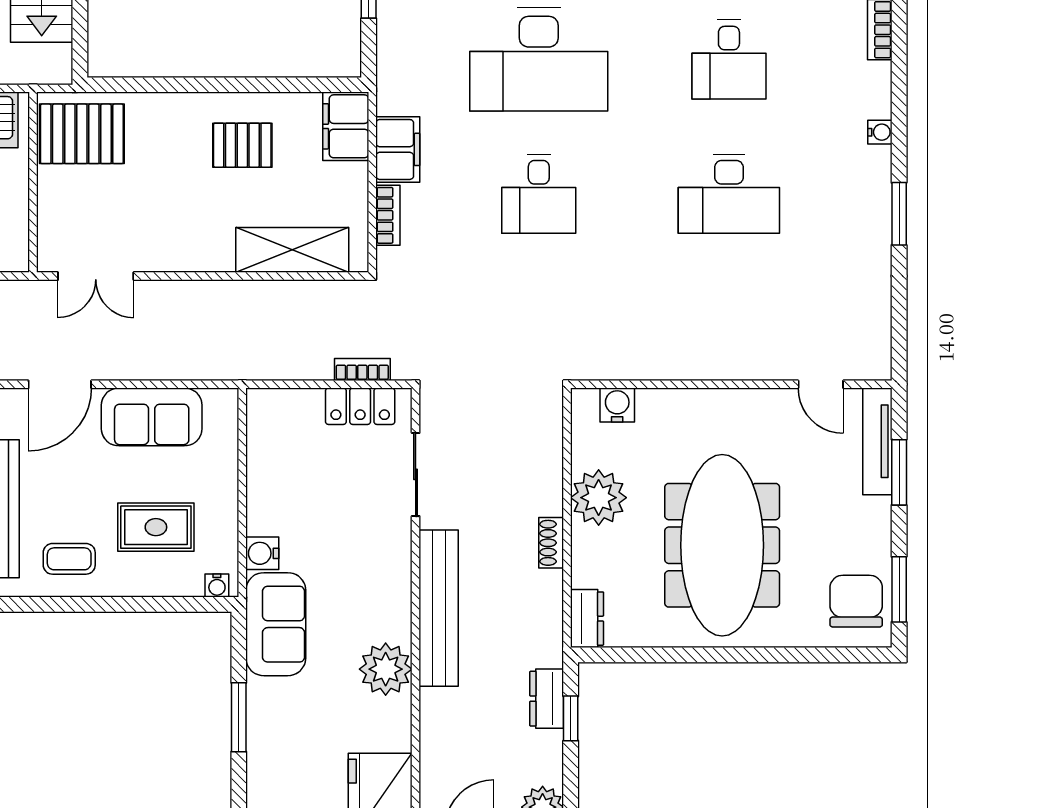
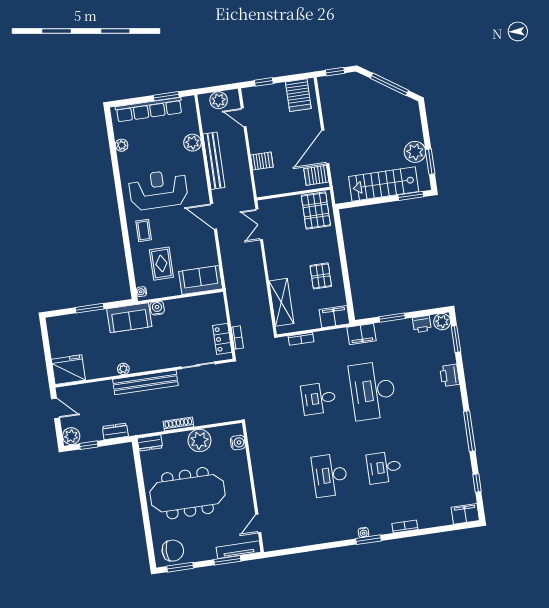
filing cabinet: (398, 149) -> (361, 334), moved
window: (899, 214) -> (368, 540), moved
sofa: (152, 417) -> (201, 280), moved, turned 90
shoe rack: (551, 543) -> (178, 424), width x1.43
plant: (386, 669) -> (123, 369), width x0.53, depth x0.53
window: (571, 718) -> (89, 445), moved

